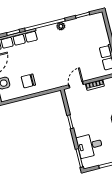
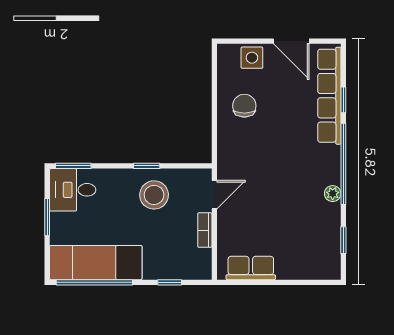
door: (76, 85) -> (214, 195), hinge flipped
stool: (84, 114) -> (154, 195), added
desk: (90, 145) -> (73, 190), moved, turned -90

